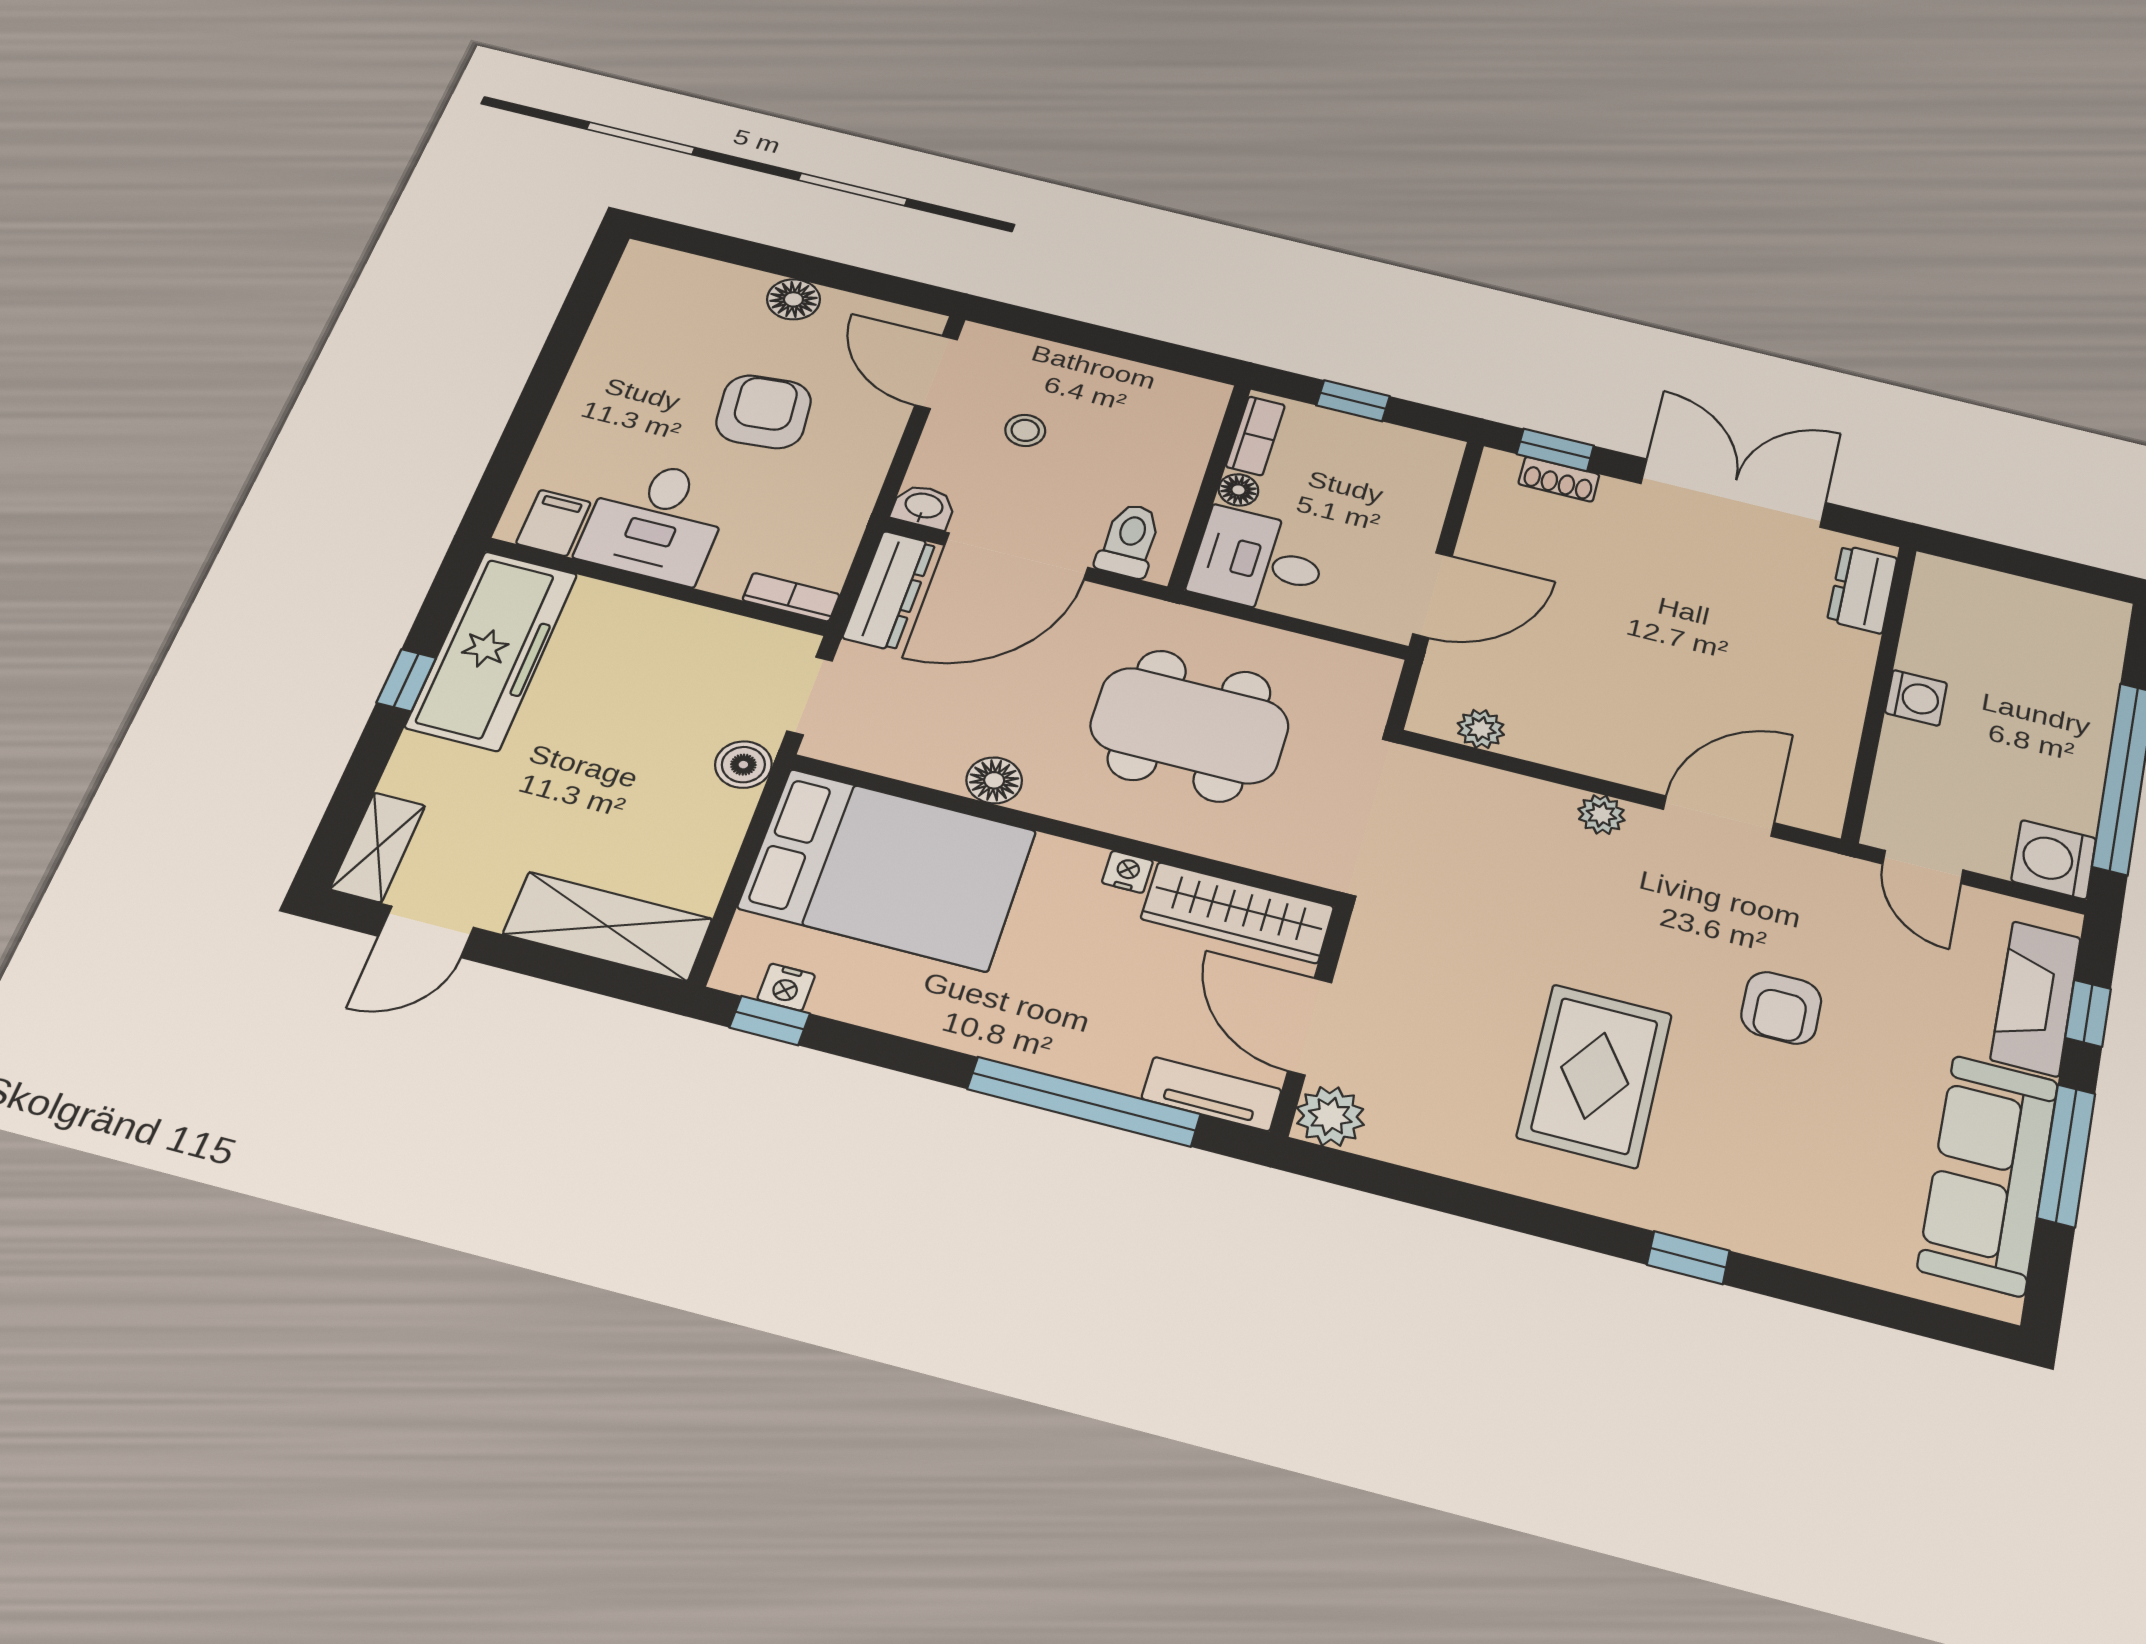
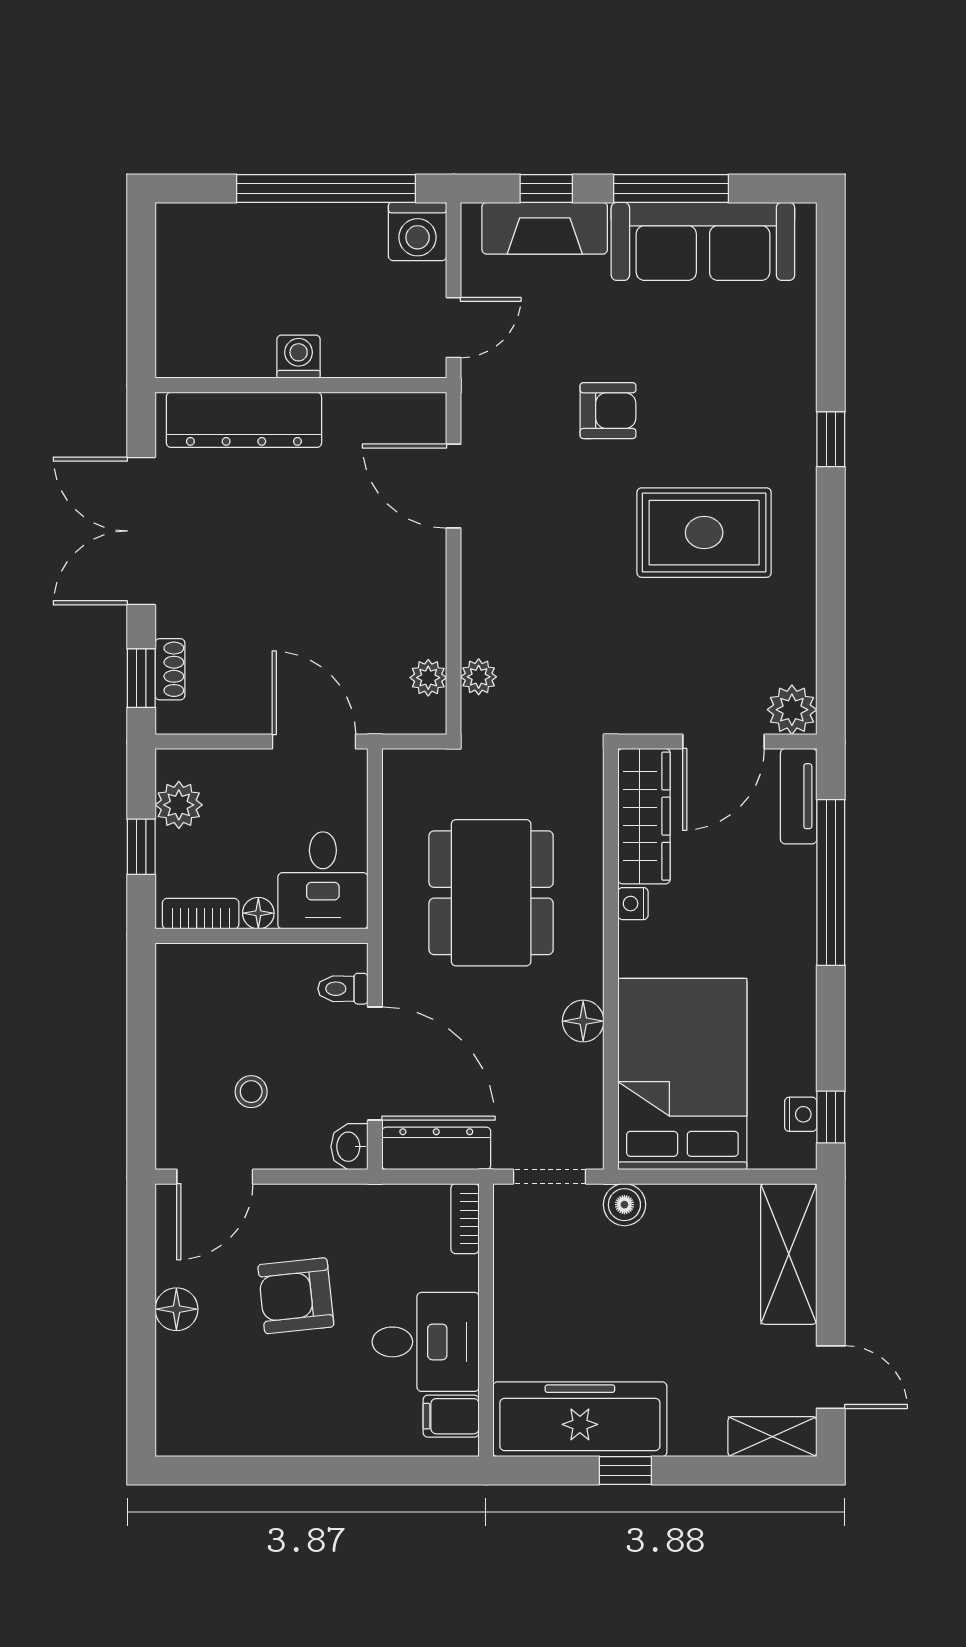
plant: (1393, 448) -> (179, 805), added
toilet: (1129, 540) -> (343, 989), width x0.73, depth x0.72
dresser: (1862, 589) -> (244, 420), width x1.96, depth x1.24
plant: (1601, 815) -> (479, 677), moved

